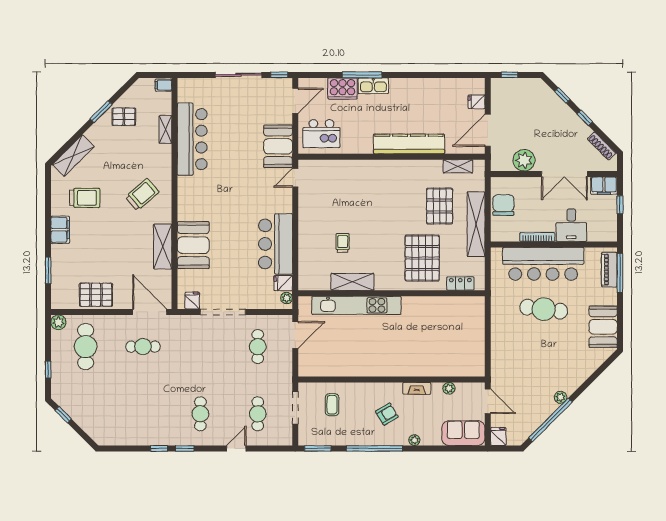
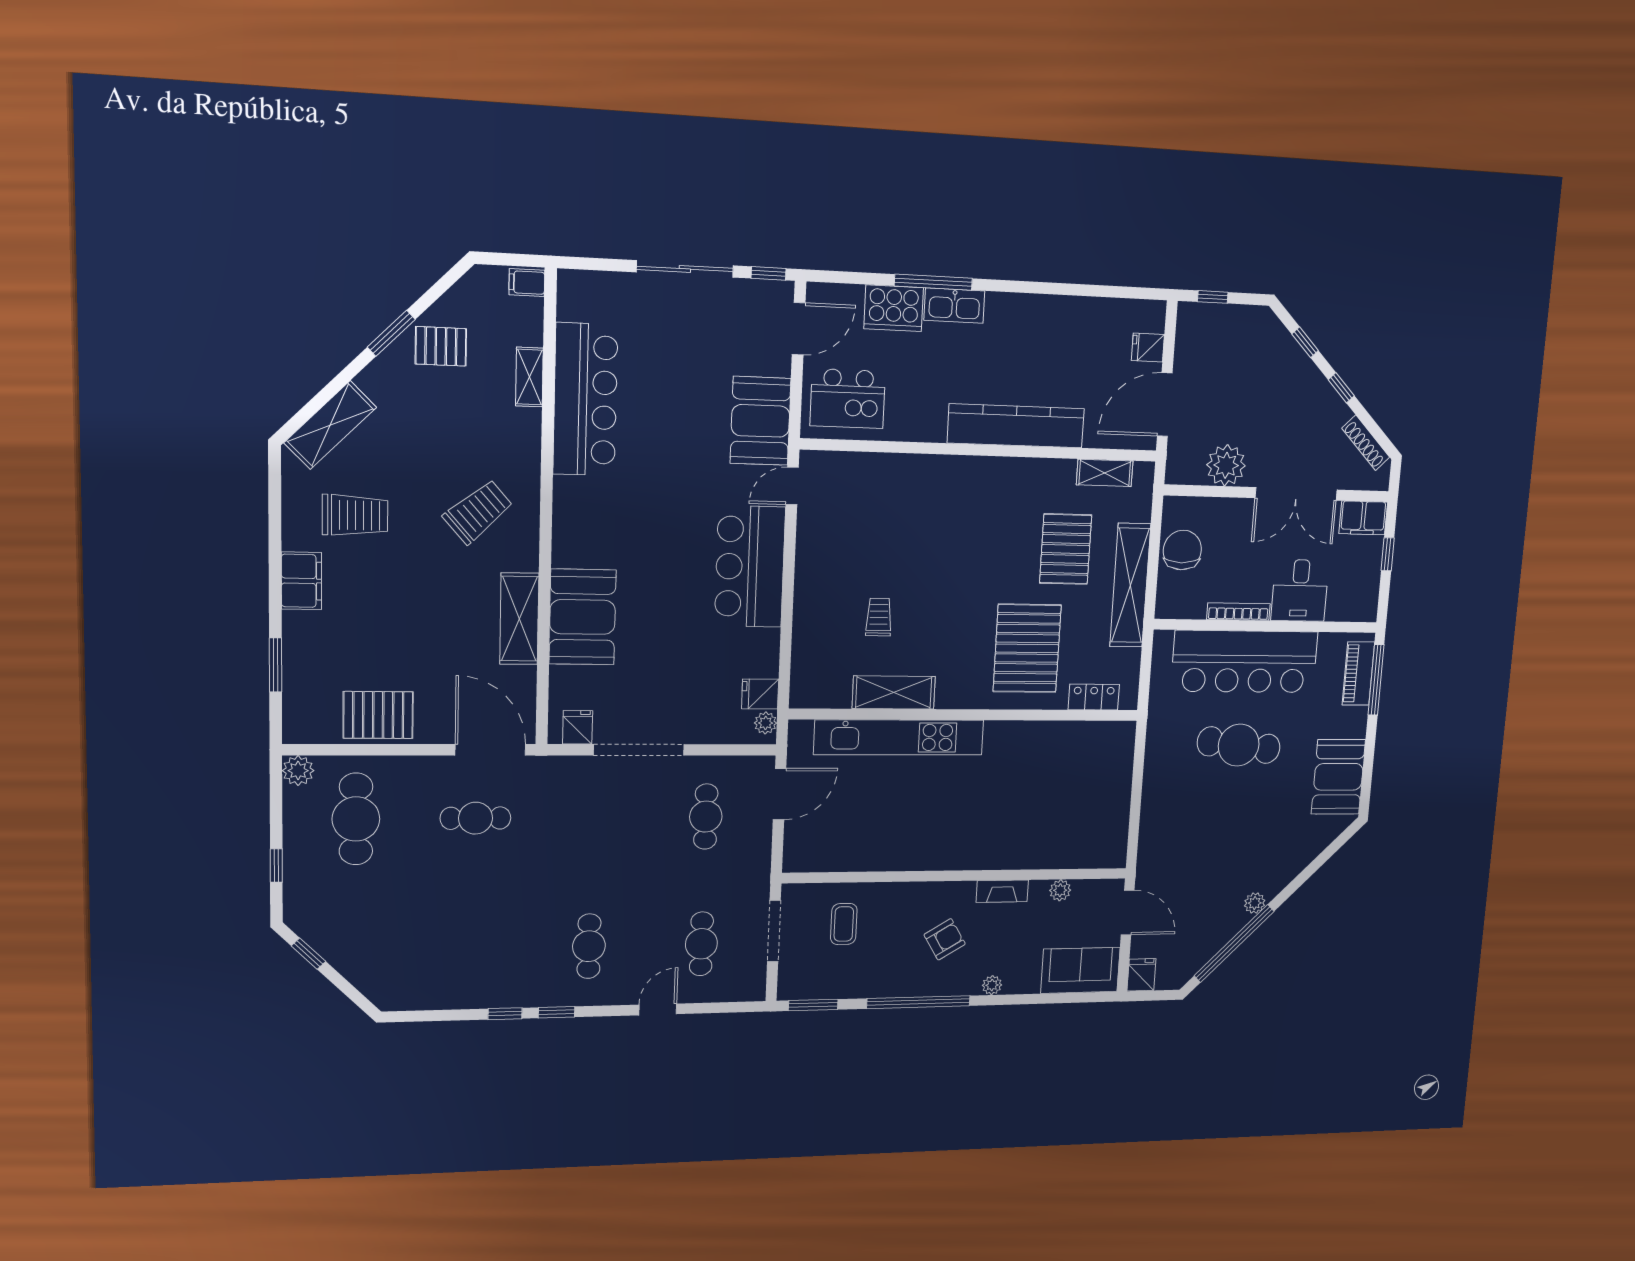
bar counter: (276, 244) -> (750, 567), moved

